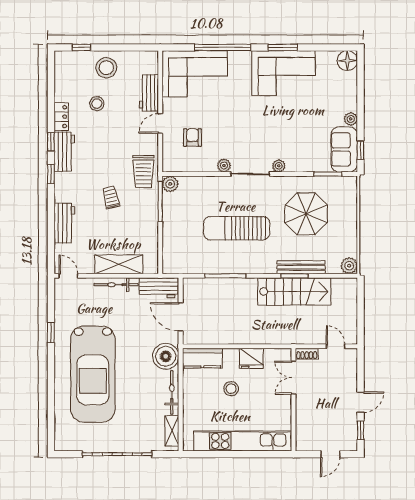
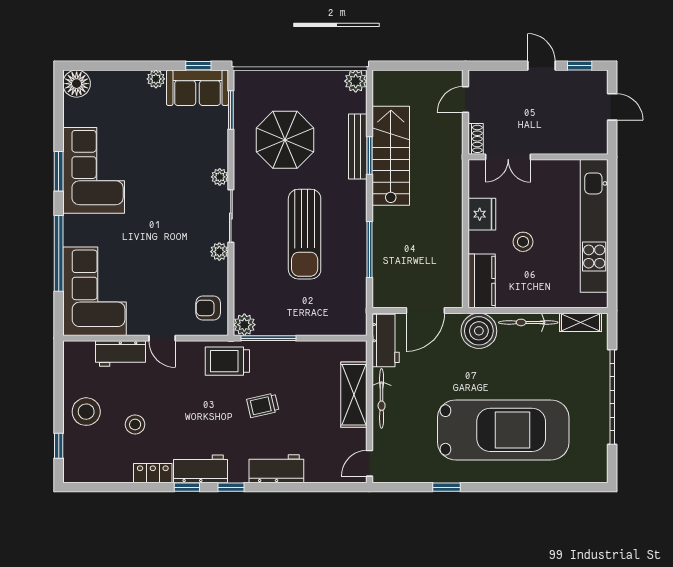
armchair: (192, 138) -> (208, 308), moved
trolley: (143, 171) -> (227, 361), turned 180
workbench: (64, 223) -> (276, 469), moved

